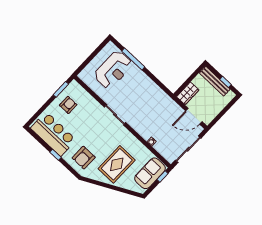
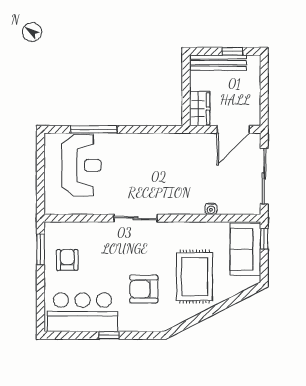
armchair: (84, 158) -> (144, 289), moved, turned 90

